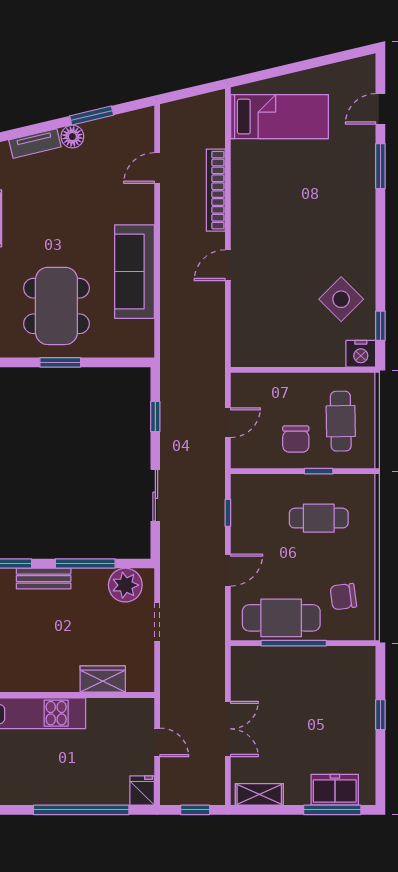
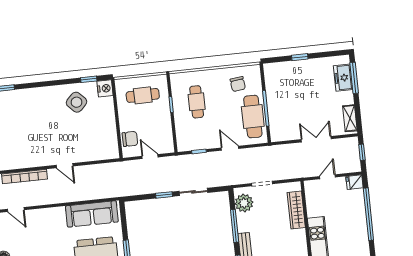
sofa: (134, 272) -> (92, 214), moved
window: (155, 416) -> (164, 195), moved
chair: (296, 439) -> (130, 139), moved
wardrobe: (103, 679) -> (296, 210), width x1.50

